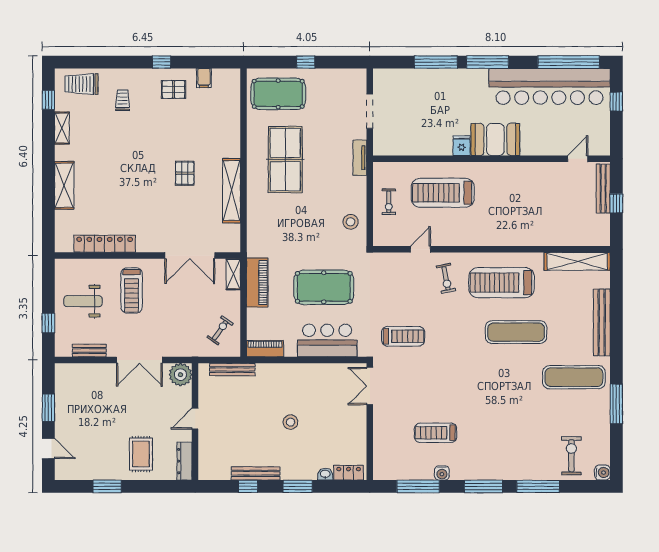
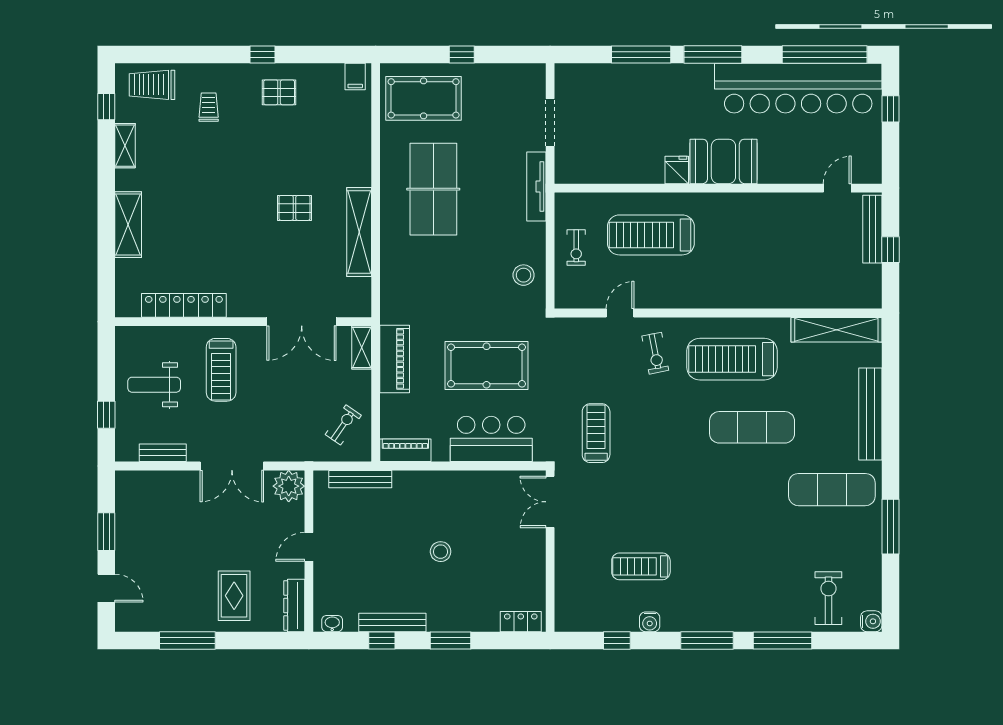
filing cabinet: (204, 78) -> (355, 77), moved
tv unit: (360, 158) -> (536, 187), width x1.41
pallet: (185, 173) -> (295, 208), turned 90
treadmill: (403, 336) -> (596, 433), turned -90
washbasin: (325, 474) -> (332, 624), moved
window: (107, 486) -> (187, 640), width x1.44
window: (418, 486) -> (617, 640), width x0.46

